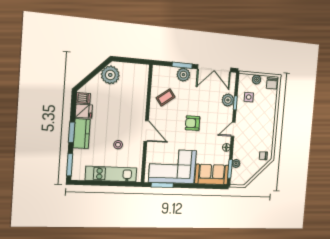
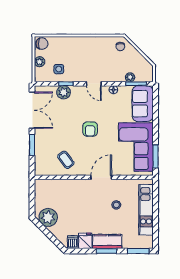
plant: (183, 75) -> (41, 143), removed

